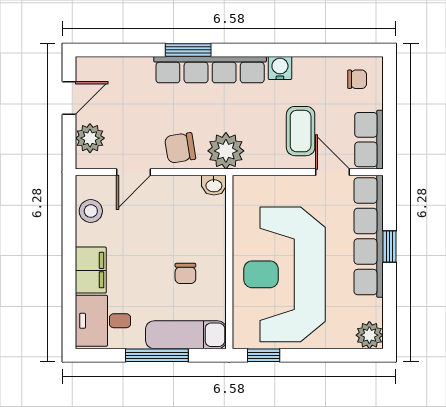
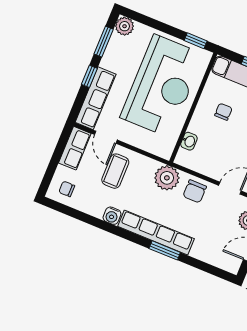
chair: (180, 148) -> (195, 191), turned 99
washbasin: (214, 185) -> (189, 141), moved, turned 90
row of seats: (369, 236) -> (96, 98), width x0.73
window: (389, 302) -> (104, 42), added

